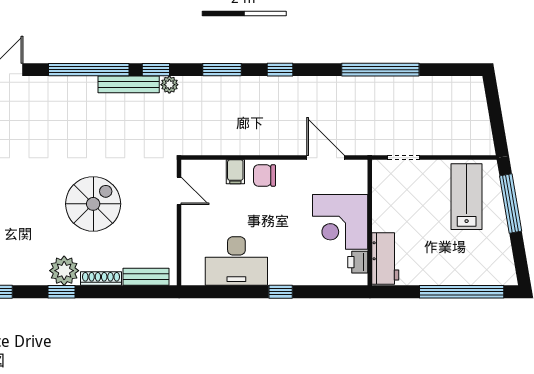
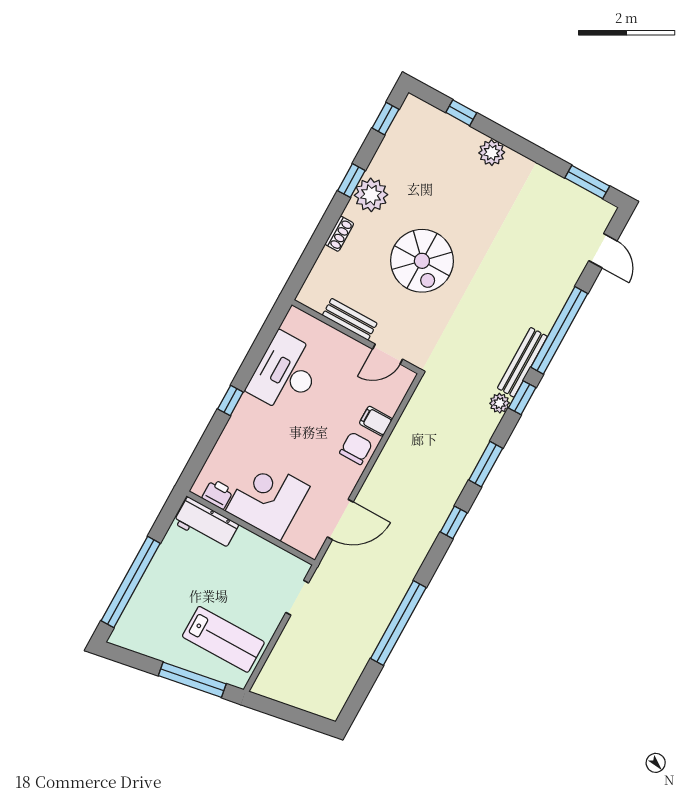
bench: (146, 277) -> (350, 319), moved, turned 90
shoe rack: (101, 278) -> (339, 234), width x0.70

